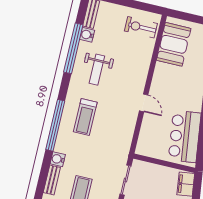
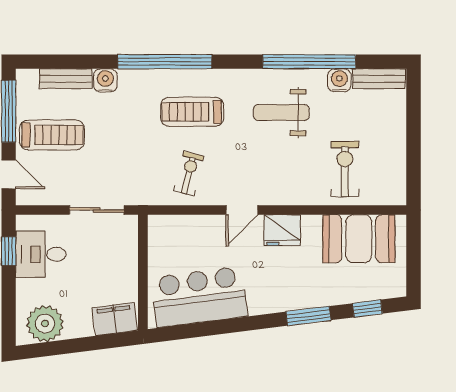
exercise bike: (141, 27) -> (345, 169), moved
fridge: (160, 84) -> (282, 230), added
exercise bike: (118, 126) -> (189, 174), added

